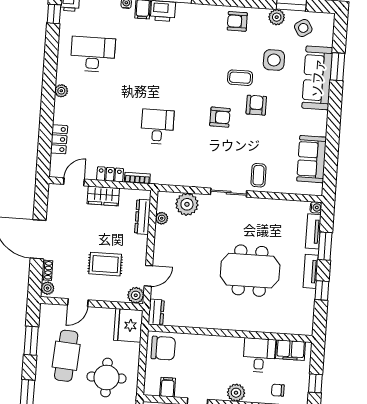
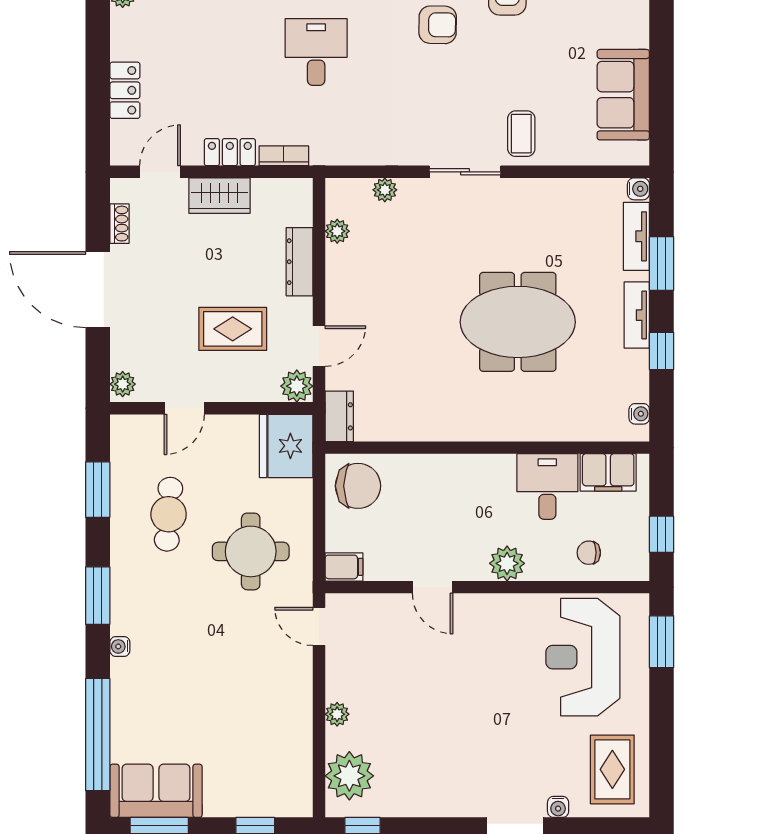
plant: (187, 204) -> (385, 190), width x0.53, depth x0.53
dresser: (143, 217) -> (300, 262), moved
shoe rack: (47, 270) -> (119, 224), moved
water cooler: (308, 322) -> (639, 414), added
cafe table: (66, 356) -> (169, 514), width x0.73, depth x0.74
filing cabinet: (168, 387) -> (344, 567), moved, turned 90

